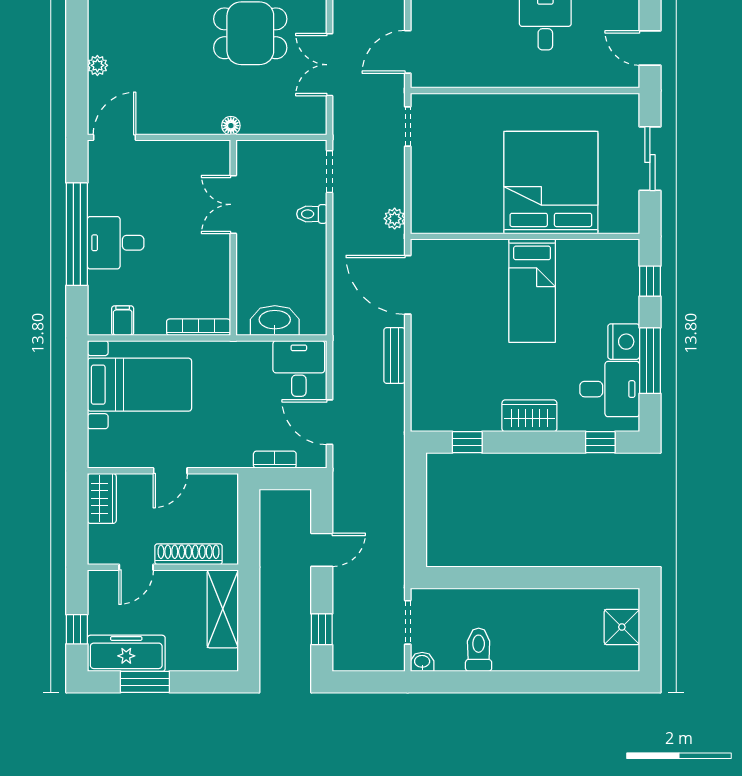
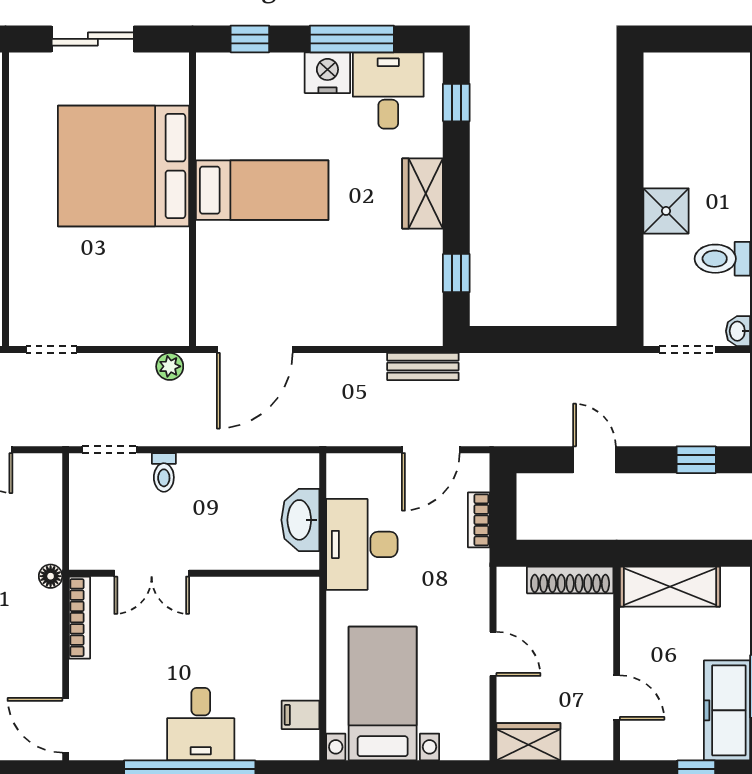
bookcase: (199, 327) -> (79, 618), moved, turned 180
bench: (394, 356) -> (423, 367), moved
desk: (299, 368) -> (362, 544), moved, width x1.37
shoe rack: (188, 554) -> (570, 580), moved, turned -90
shower: (622, 627) -> (666, 211), moved

